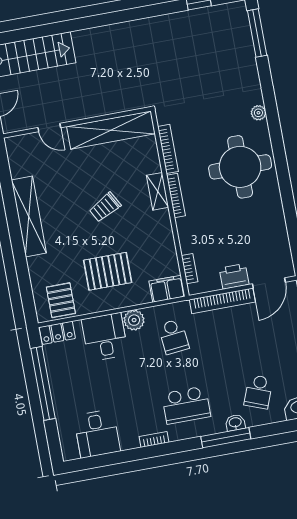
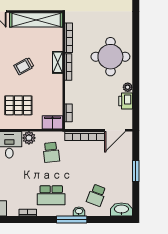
plant: (258, 113) -> (128, 87), moved
printer: (234, 276) -> (126, 101), moved, turned -90

